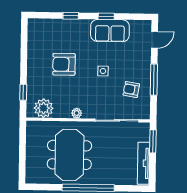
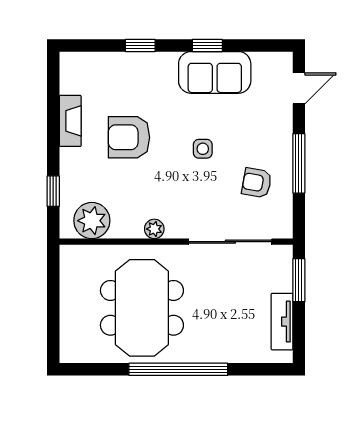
fireplace: (33, 55) -> (70, 121), added
tv unit: (144, 163) -> (282, 322), width x0.71

